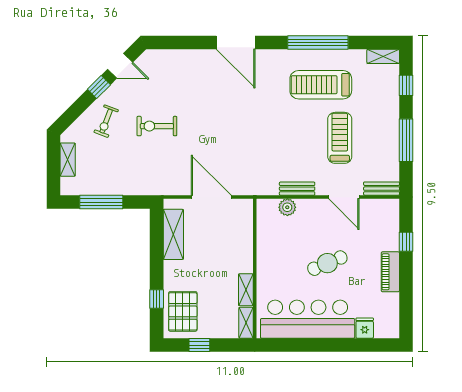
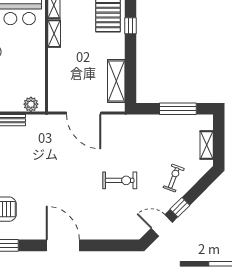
exercise bike: (157, 126) -> (120, 180), moved
plant: (287, 207) -> (31, 104), moved

